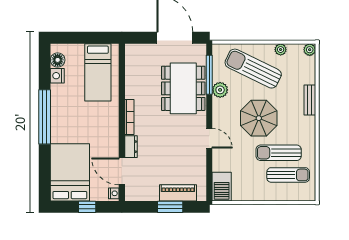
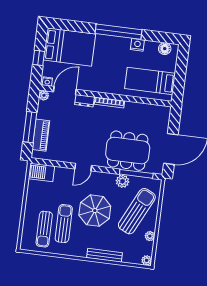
nightstand: (57, 76) -> (137, 45), moved
bench: (310, 100) -> (104, 255), width x1.36
plant: (131, 195) -> (44, 95), added
window: (170, 207) -> (30, 127), width x1.44

